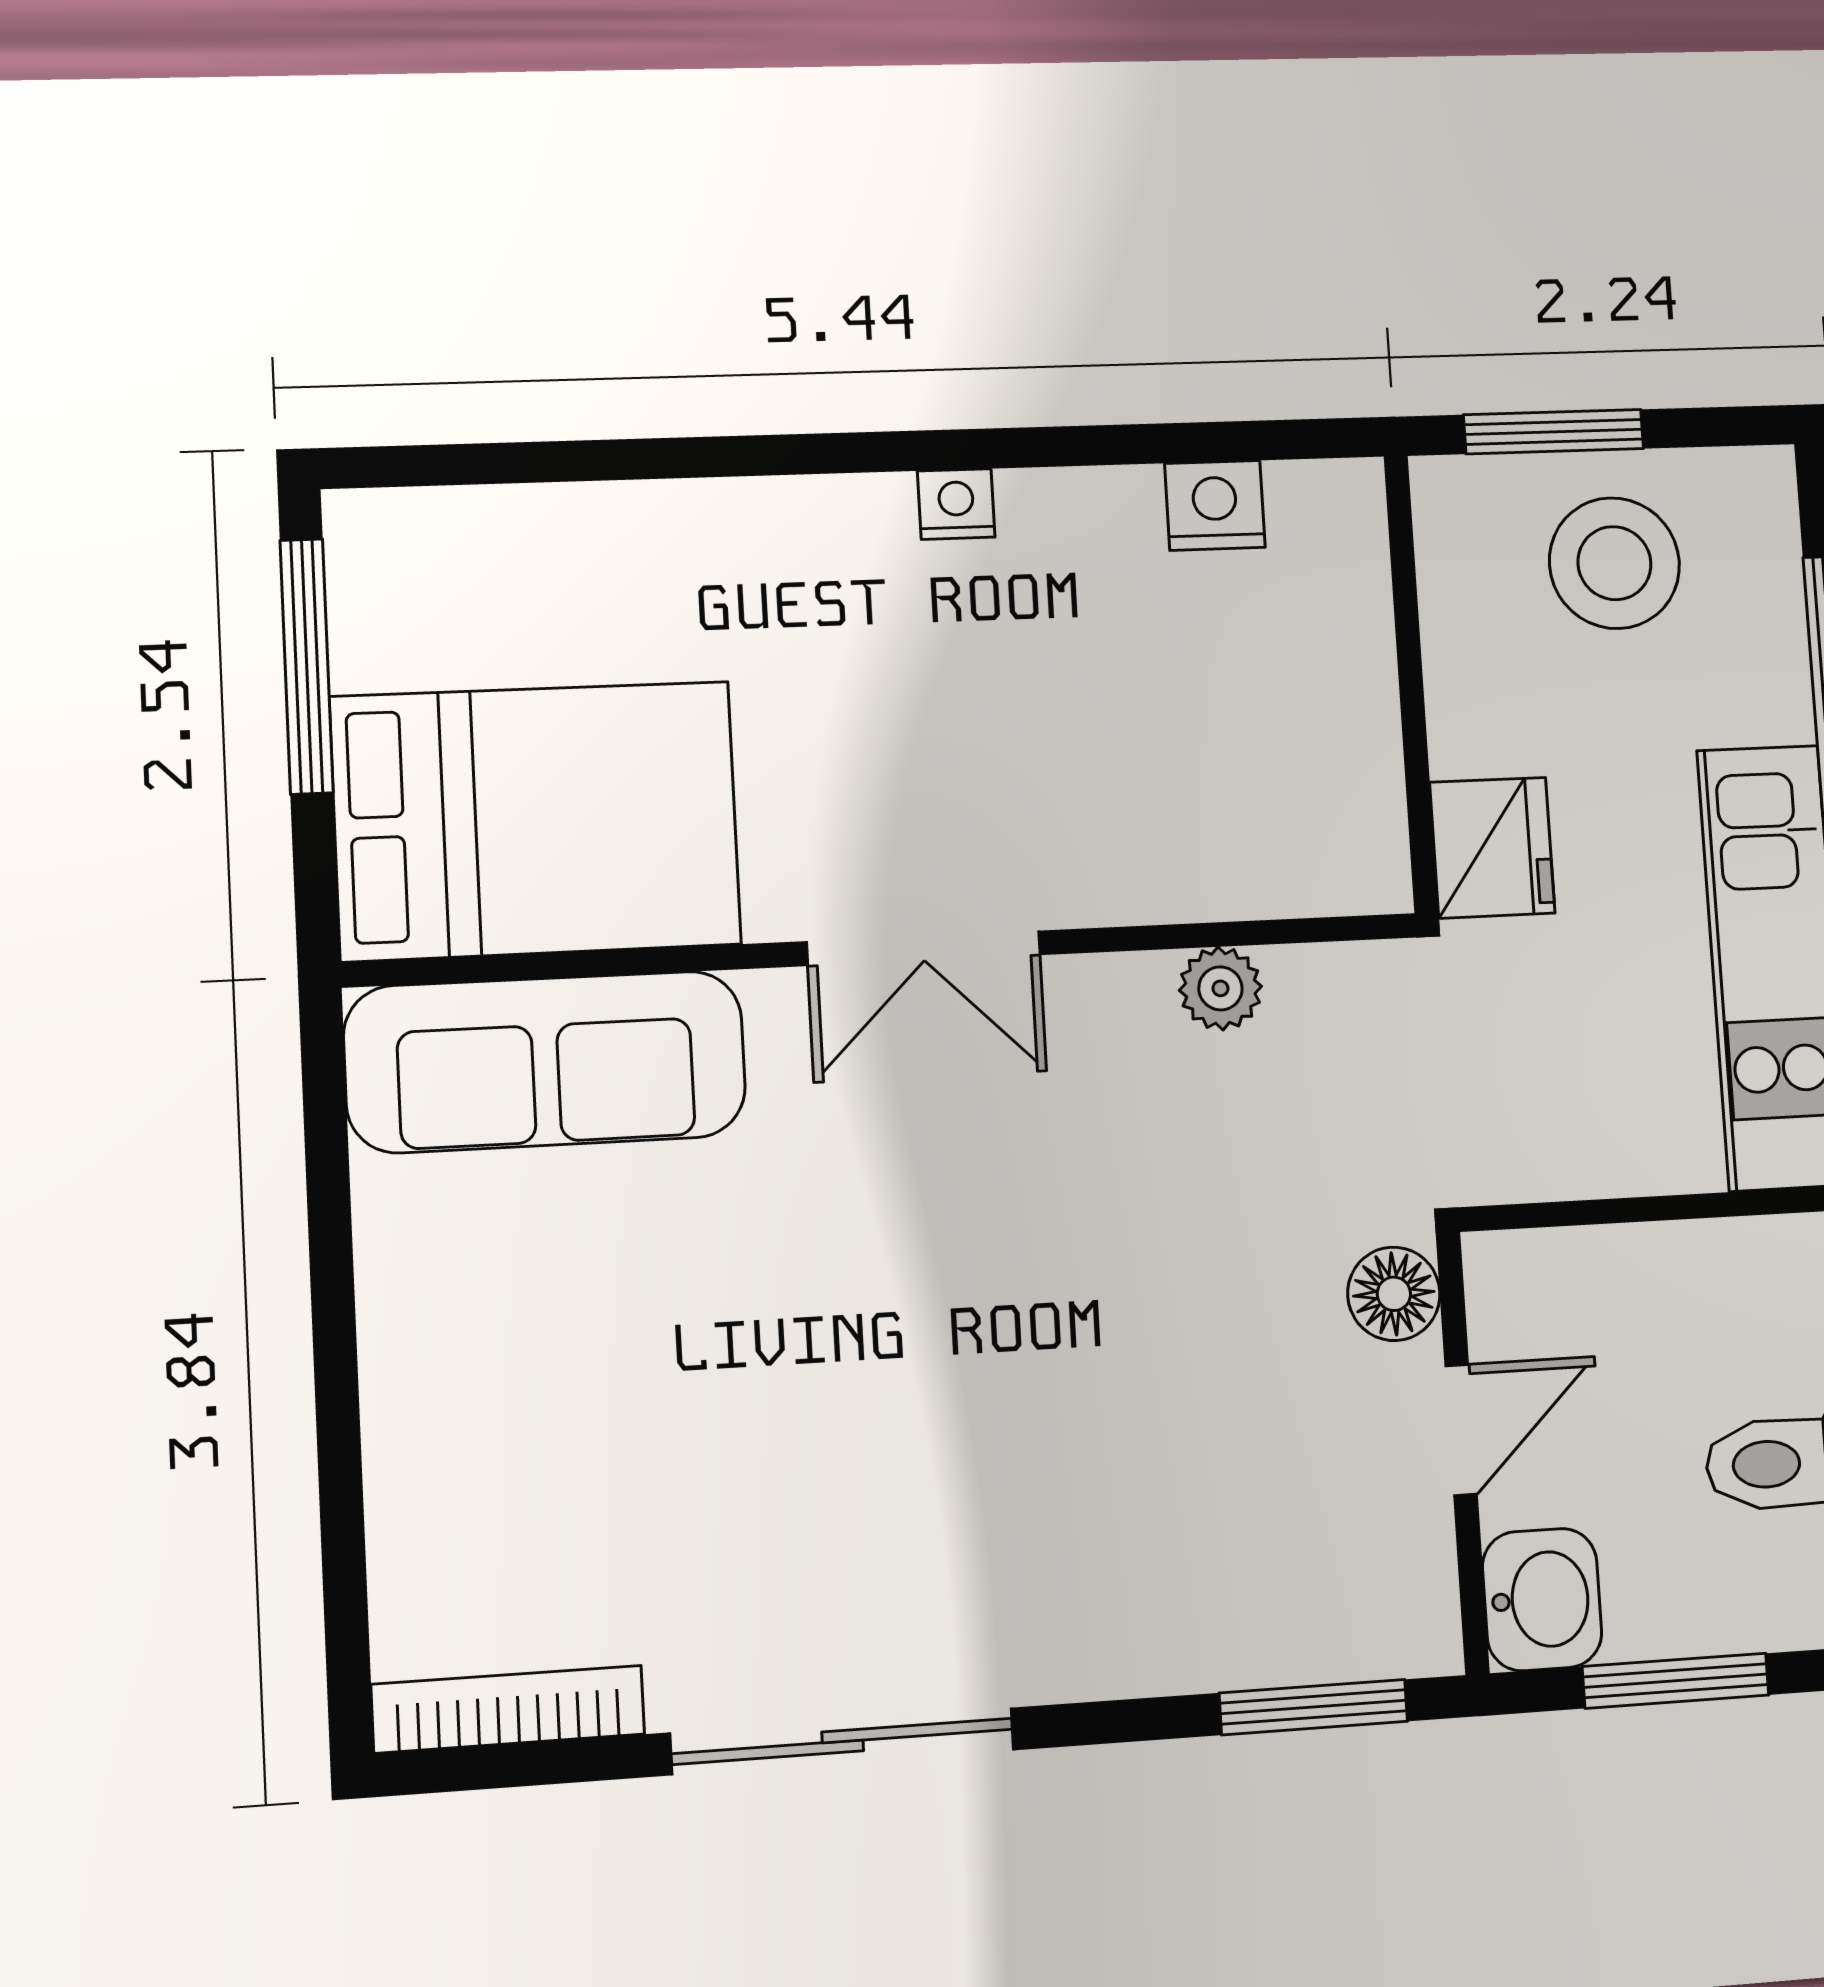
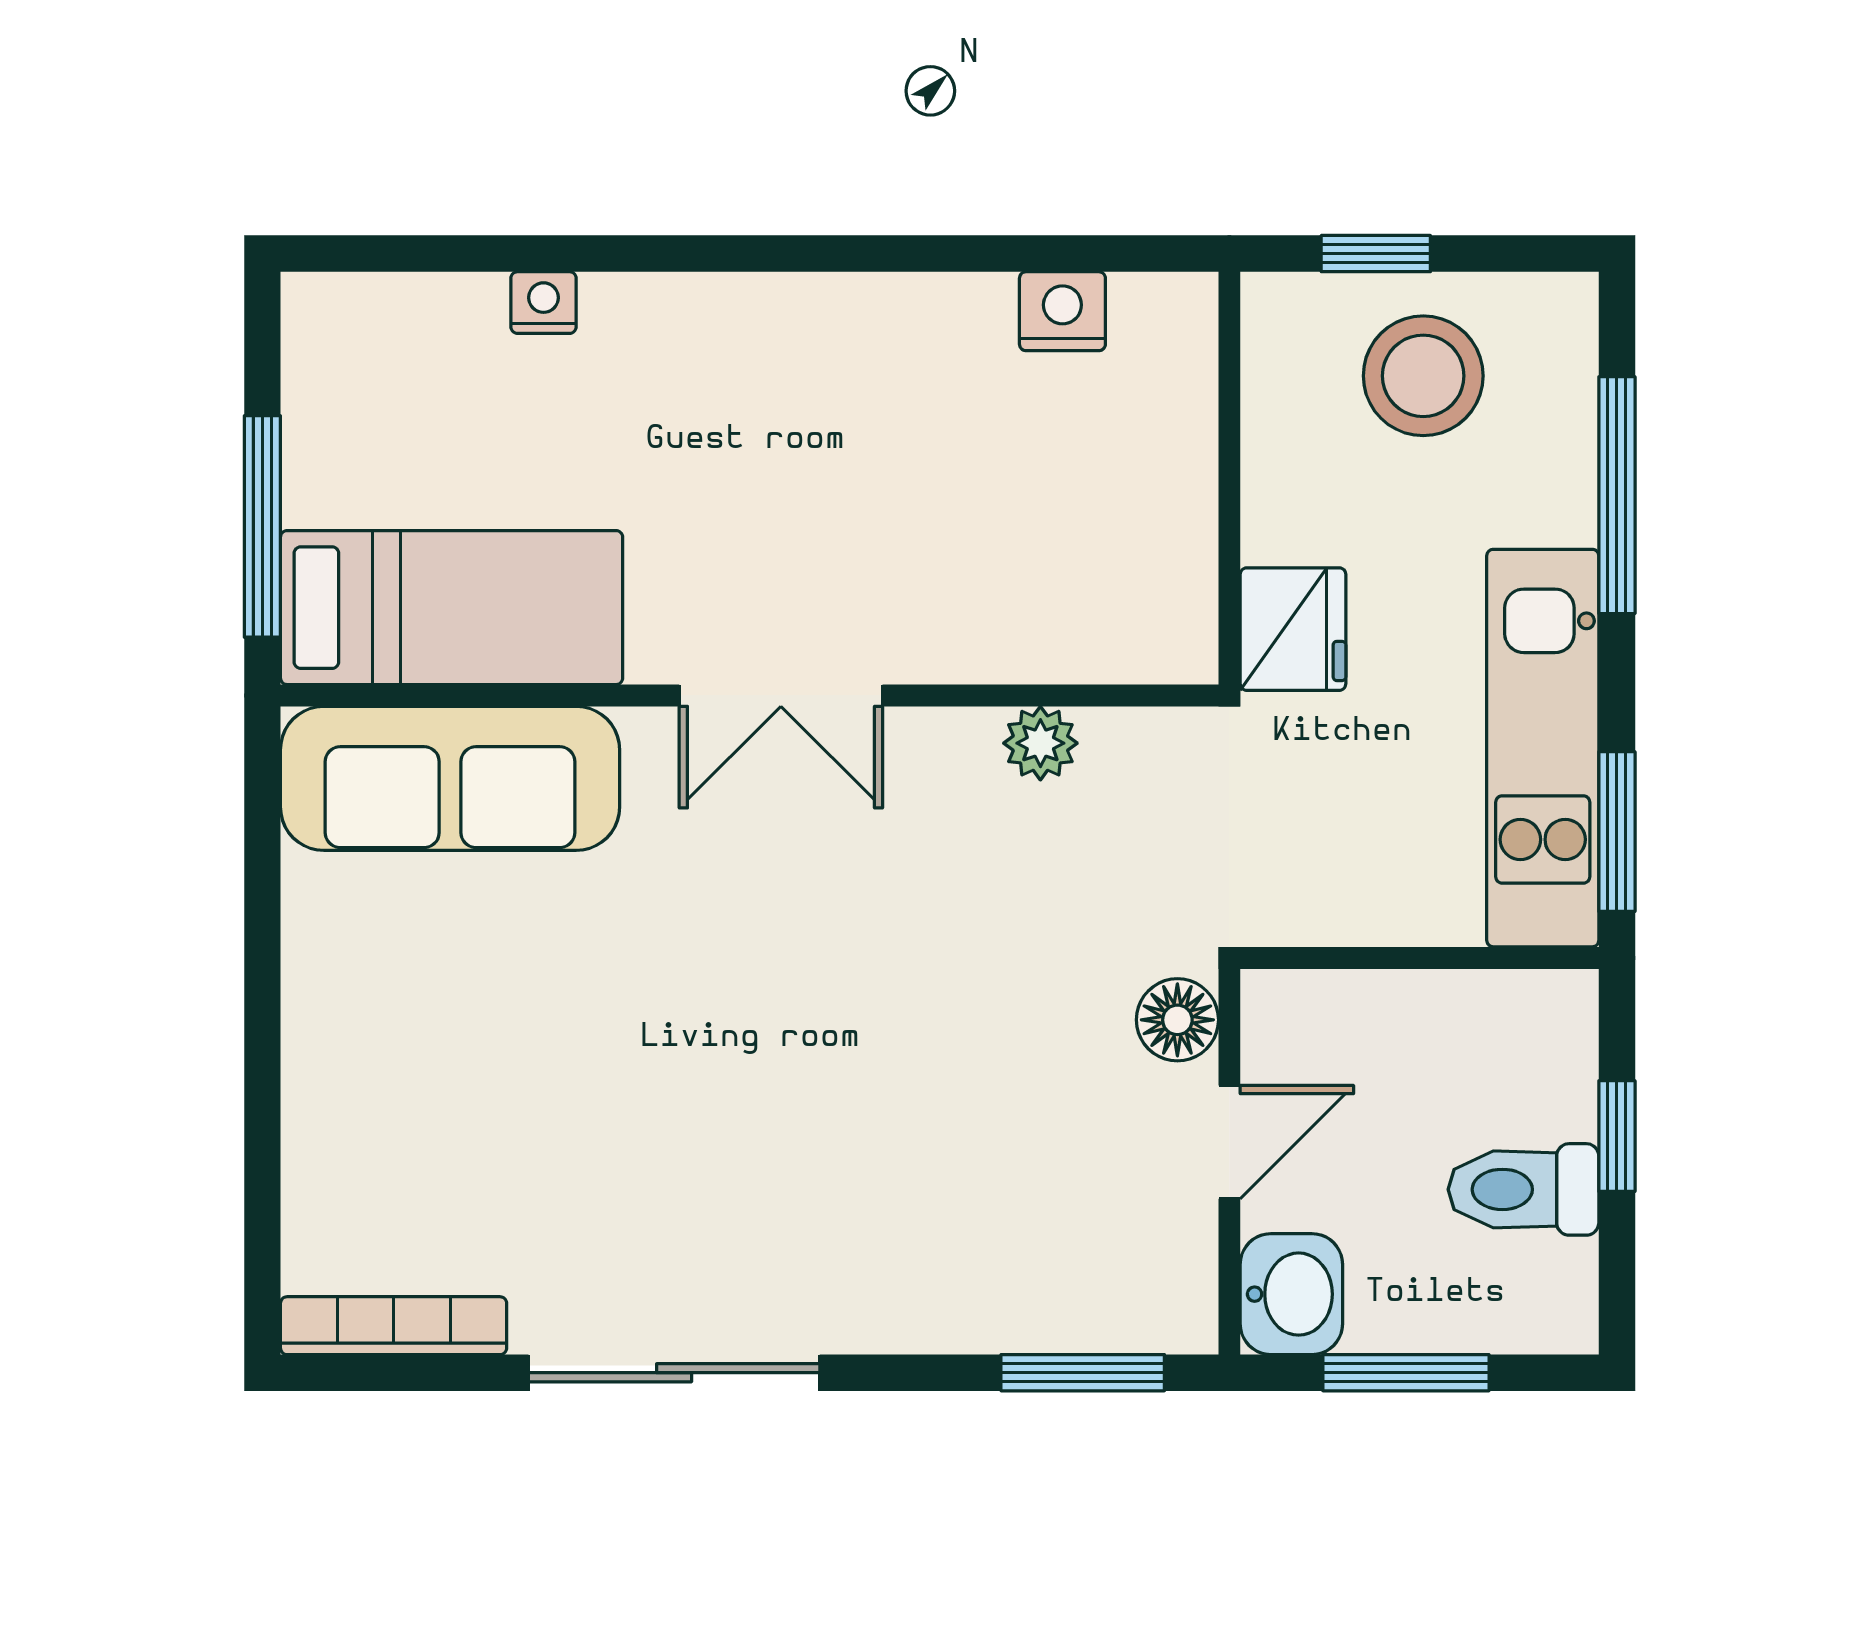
window: (1554, 432) -> (1376, 254), width x0.67
nightstand: (956, 504) -> (544, 303), moved
window: (307, 666) -> (262, 526), moved
bed: (536, 821) -> (452, 608), width x0.67

